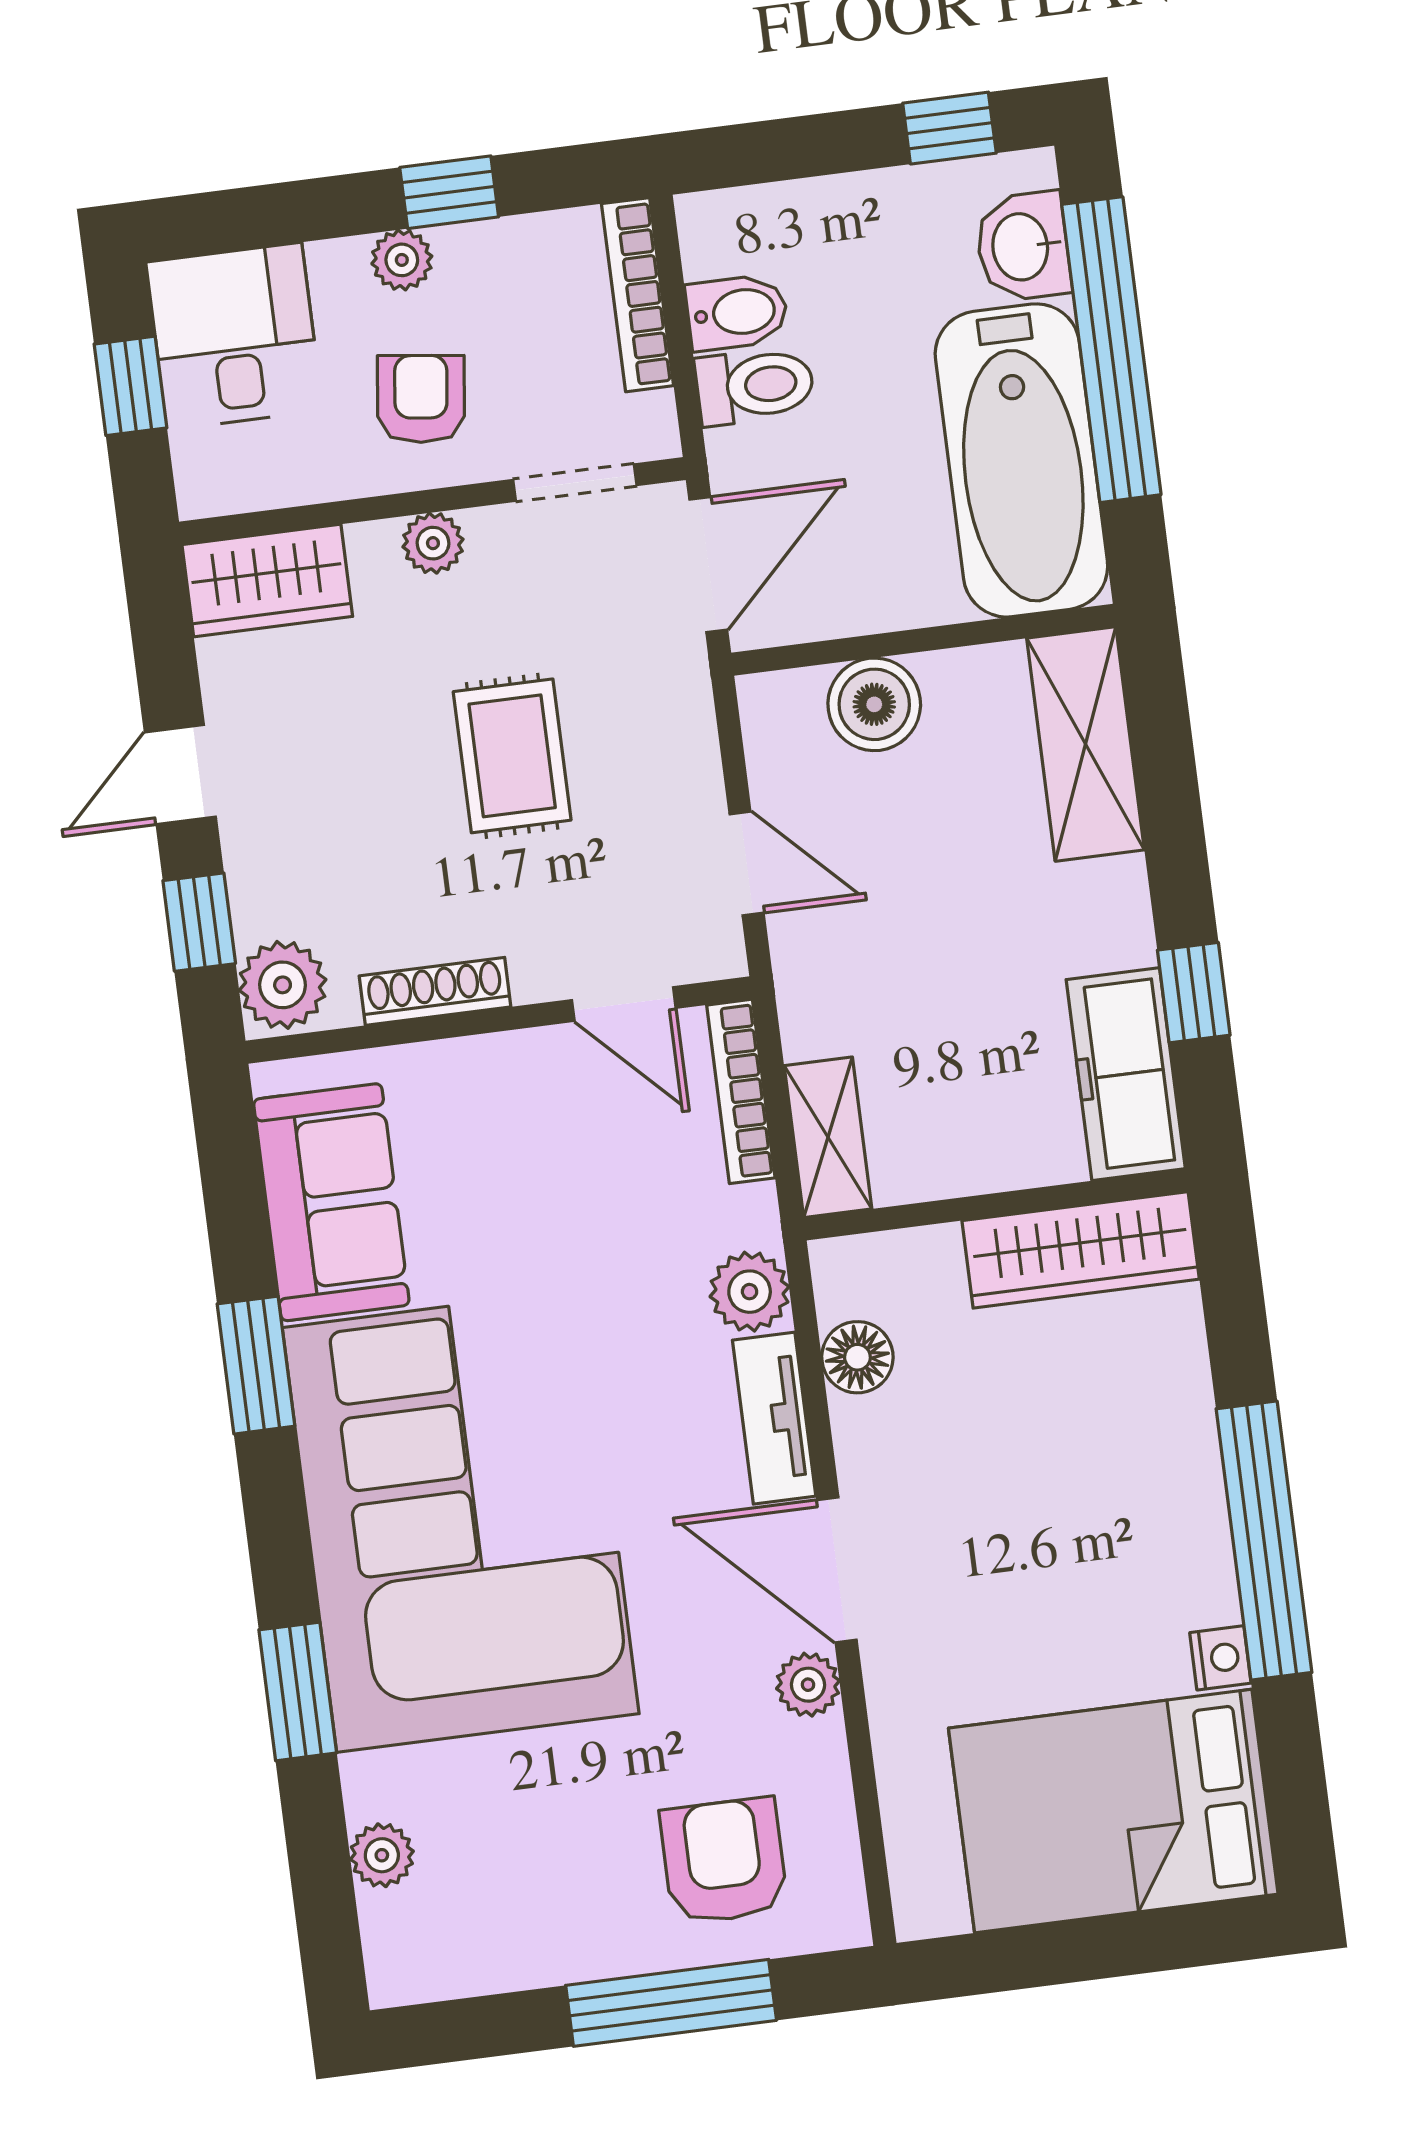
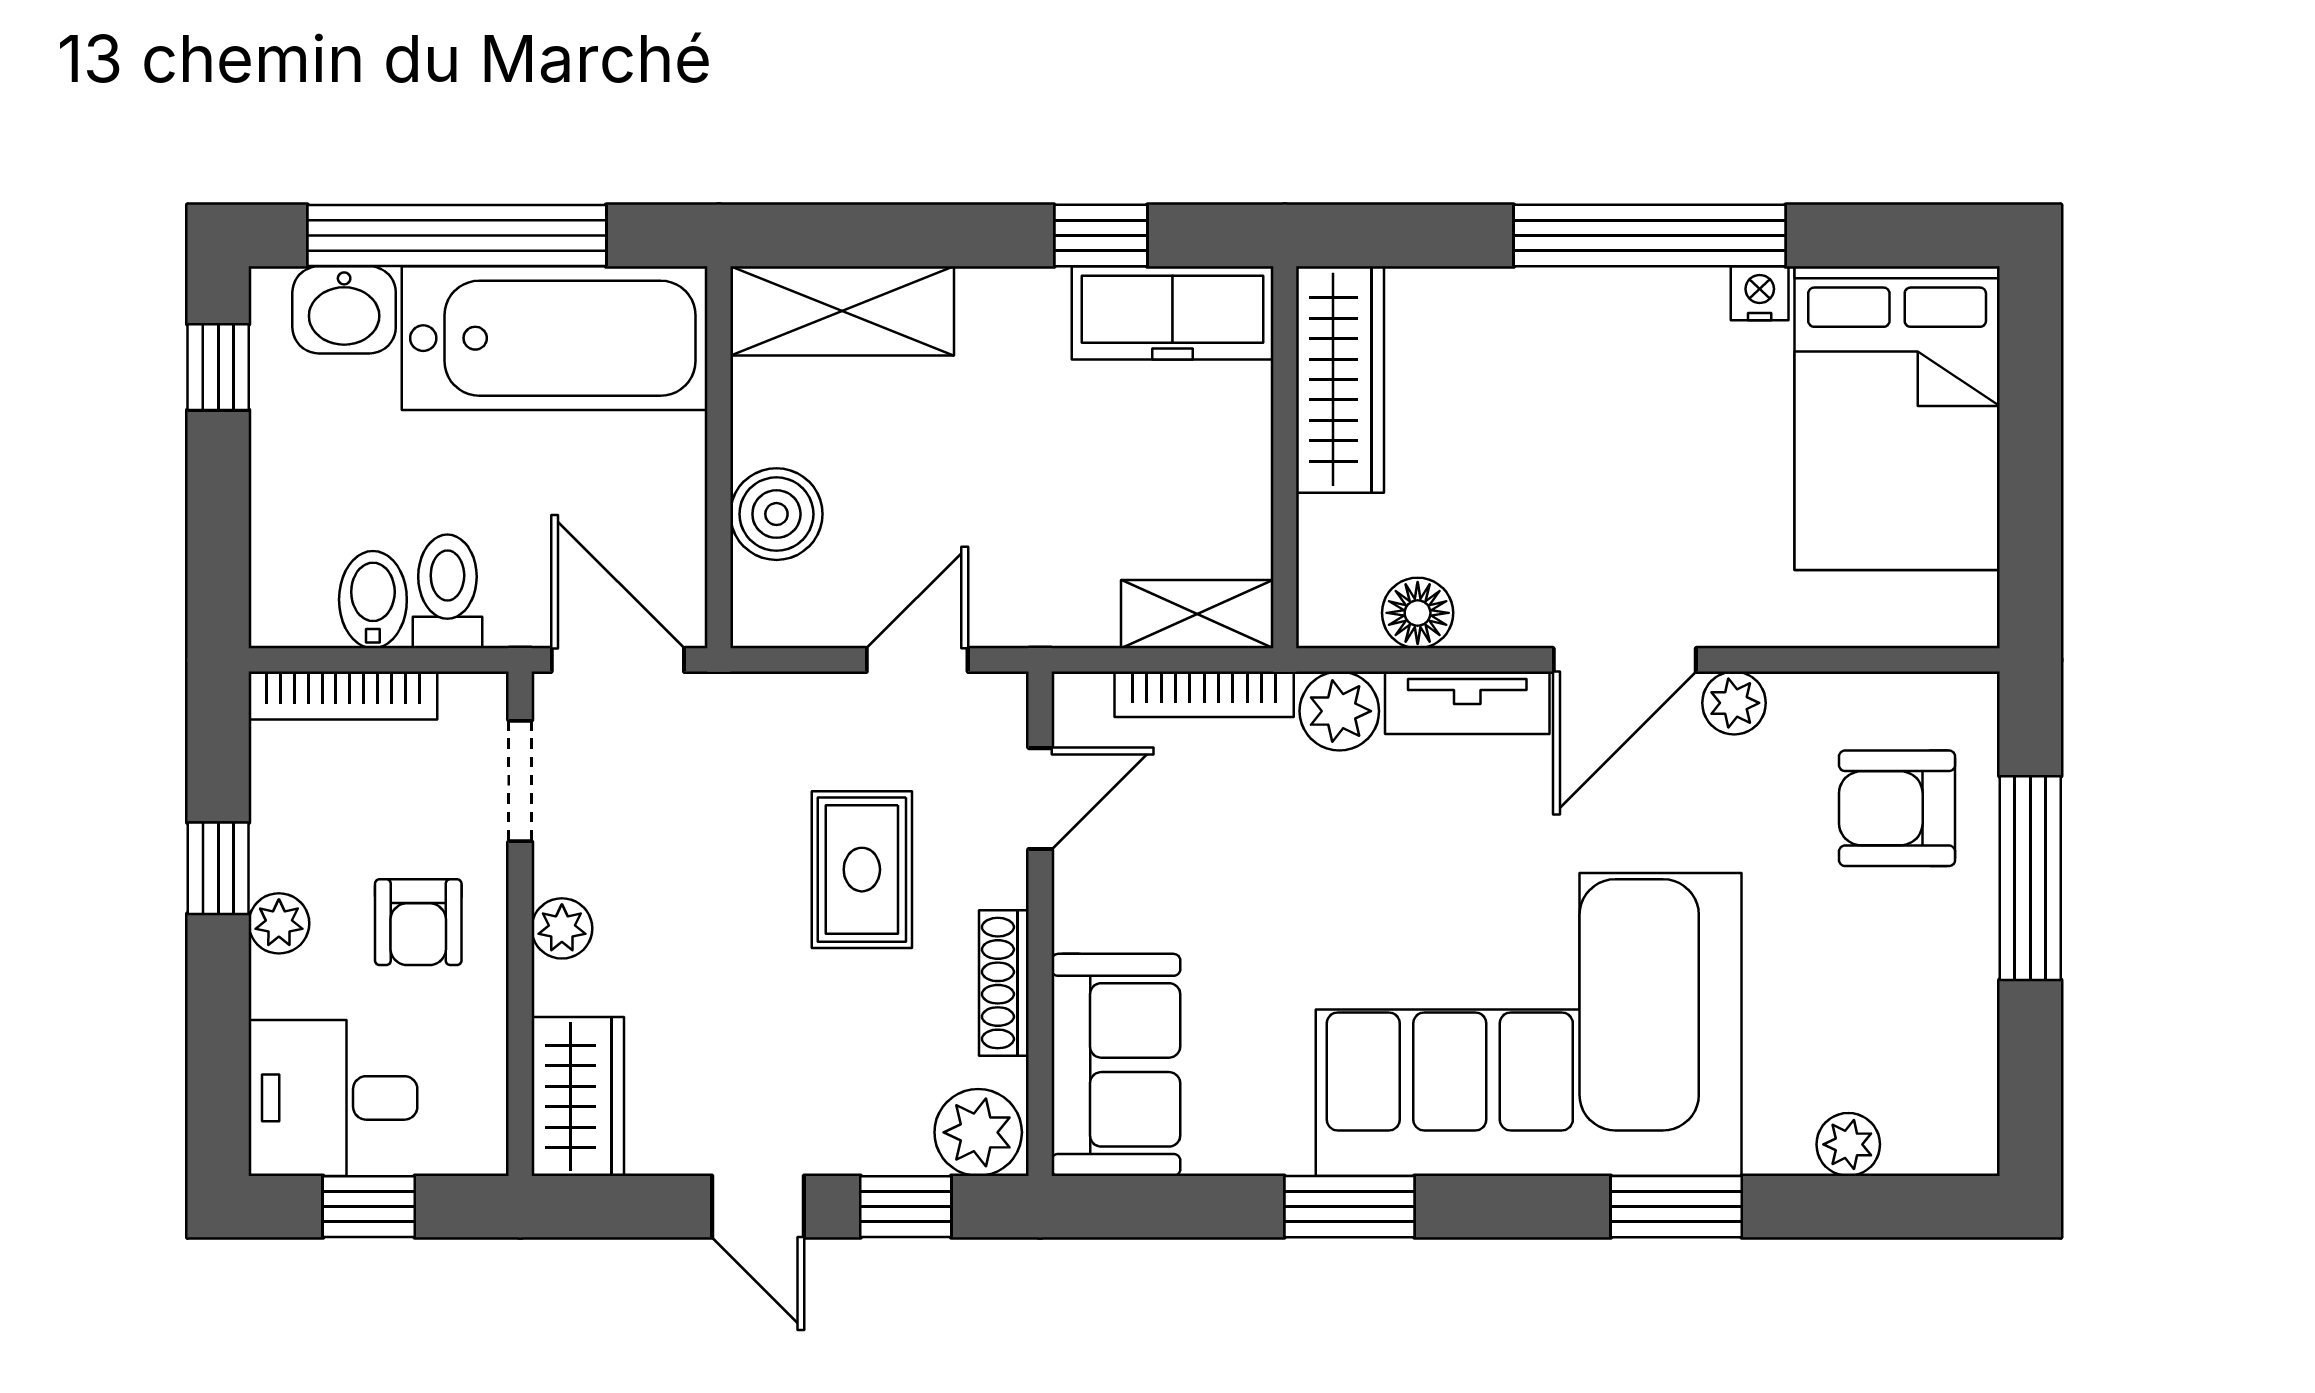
armchair: (421, 399) -> (418, 922), turned -97
rug: (512, 756) -> (862, 870), moved, turned 90
bookcase: (741, 1091) -> (1204, 694), moved
sofa: (331, 1202) -> (1116, 1065), moved, turned 90

